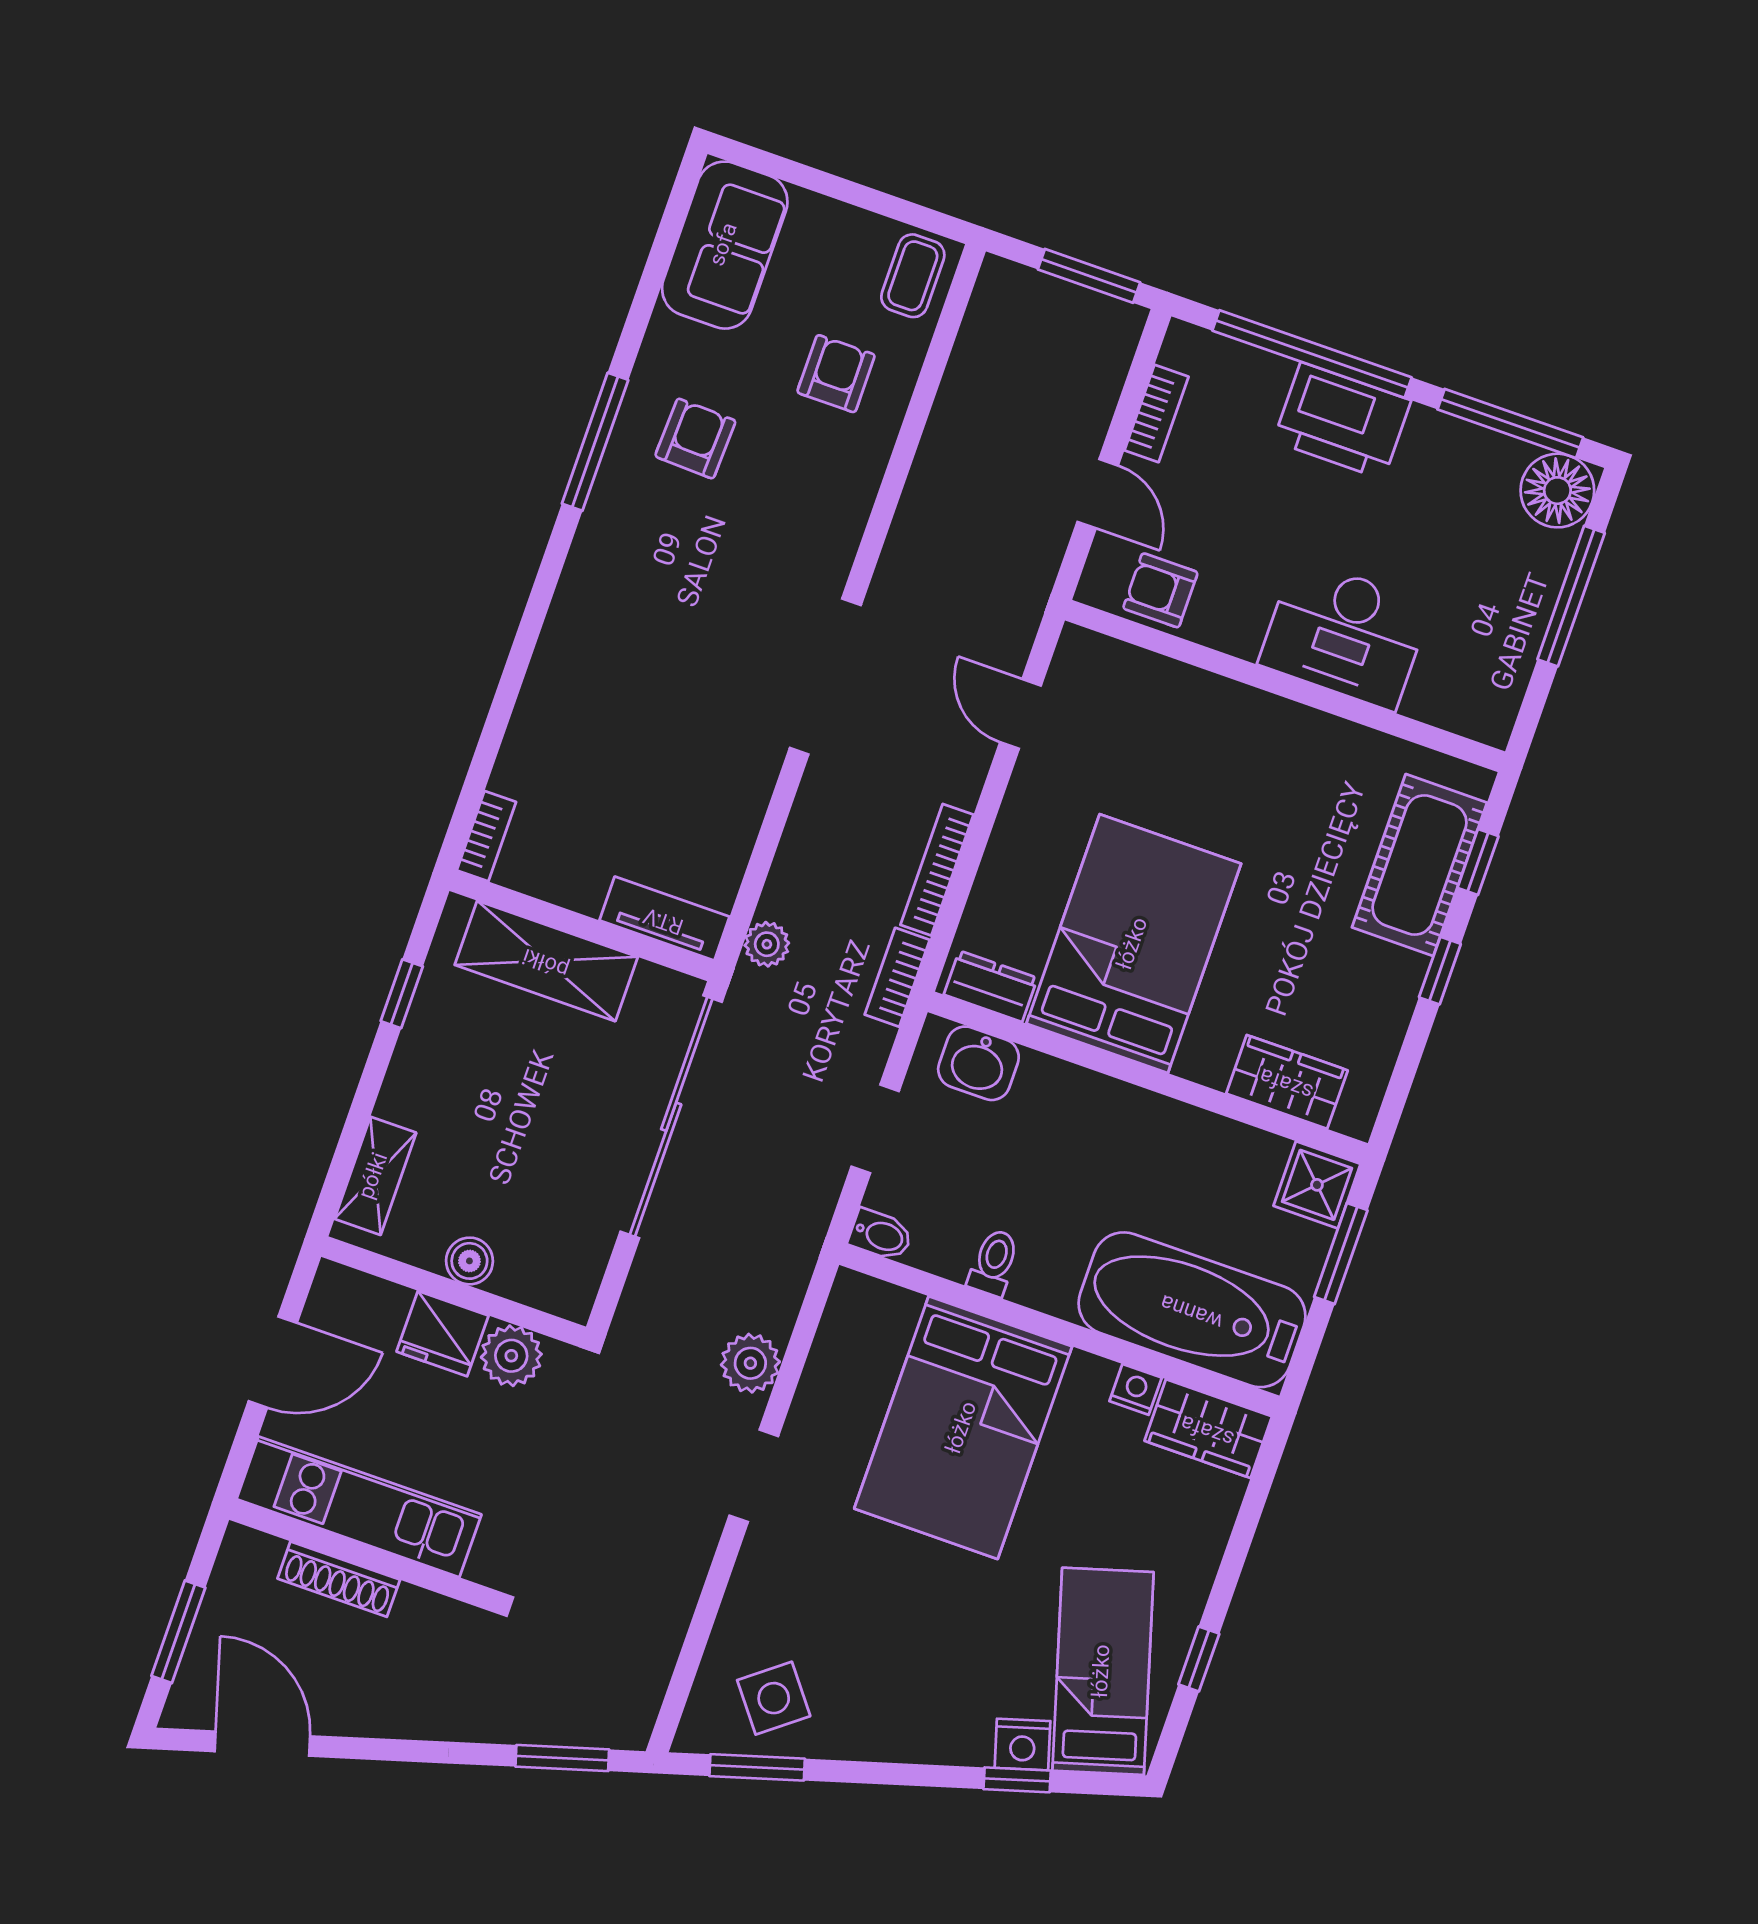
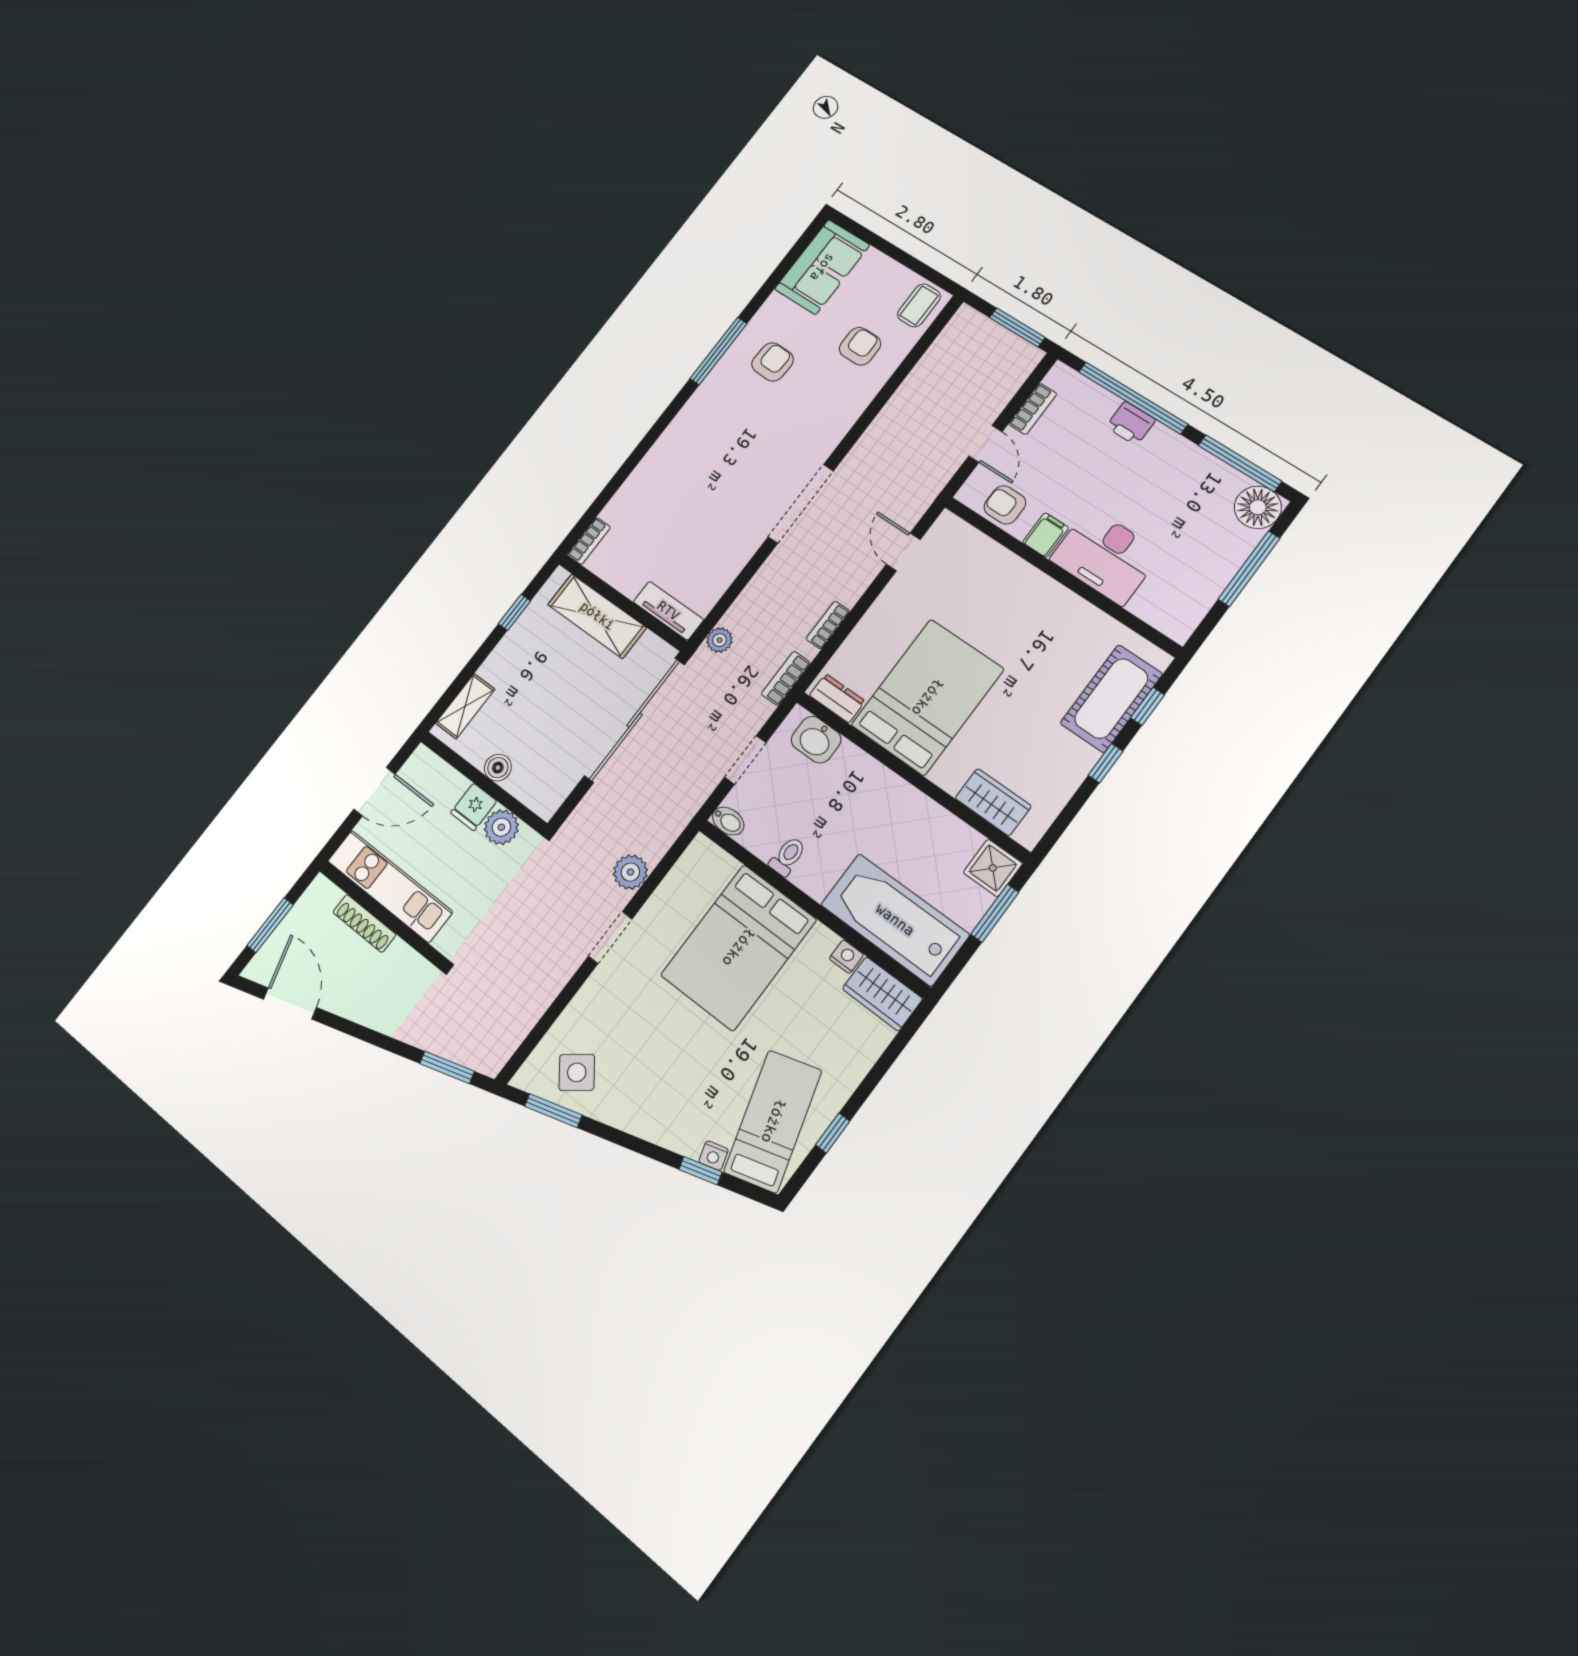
printer: (1342, 421) -> (1131, 423), width x0.53, depth x0.68
filing cabinet: (1240, 624) -> (1046, 535), added
bookcase: (937, 870) -> (828, 625), width x0.64
fridge: (443, 1334) -> (474, 807), width x0.72
nightstand: (1023, 1744) -> (714, 1156), width x0.72, depth x0.74

